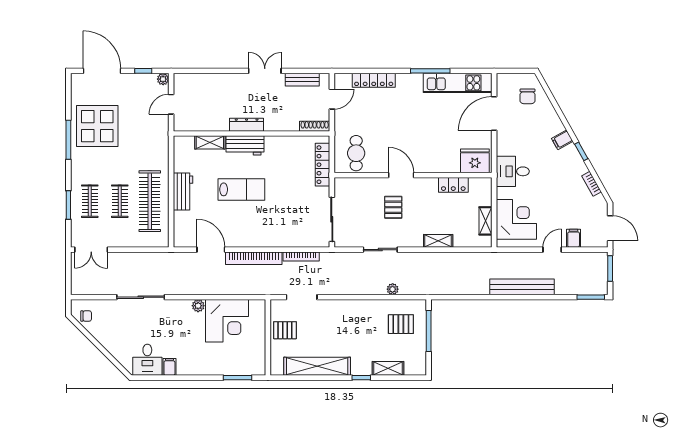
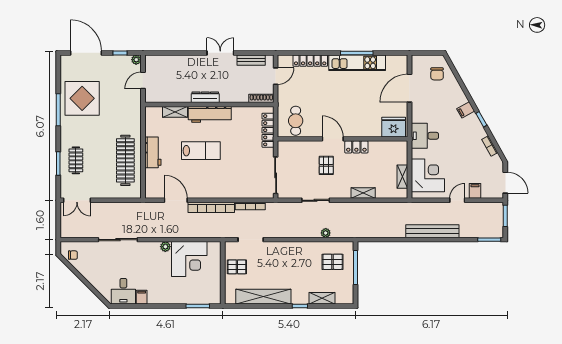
kitchen unit: (458, 83) -> (357, 63), moved
workbench: (245, 145) -> (210, 114), width x1.38
locker: (453, 185) -> (356, 147), moved
clothes rail: (120, 201) -> (101, 160), removed

